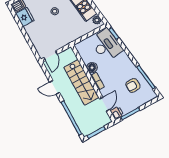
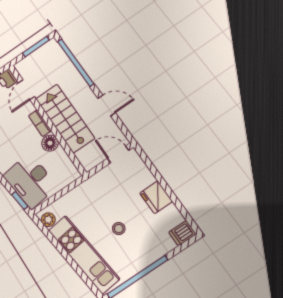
fridge: (25, 17) -> (156, 197), moved
door: (51, 56) -> (118, 154), hinge flipped

